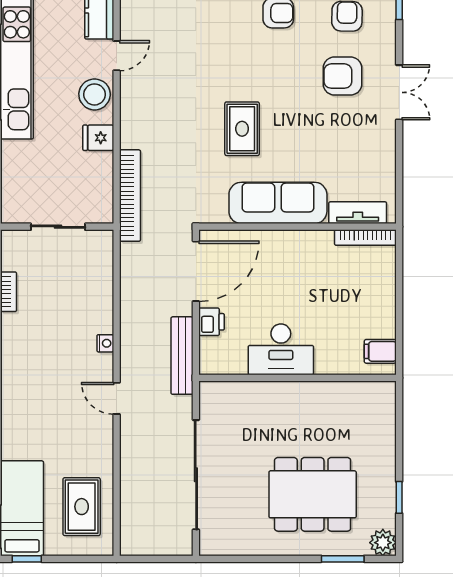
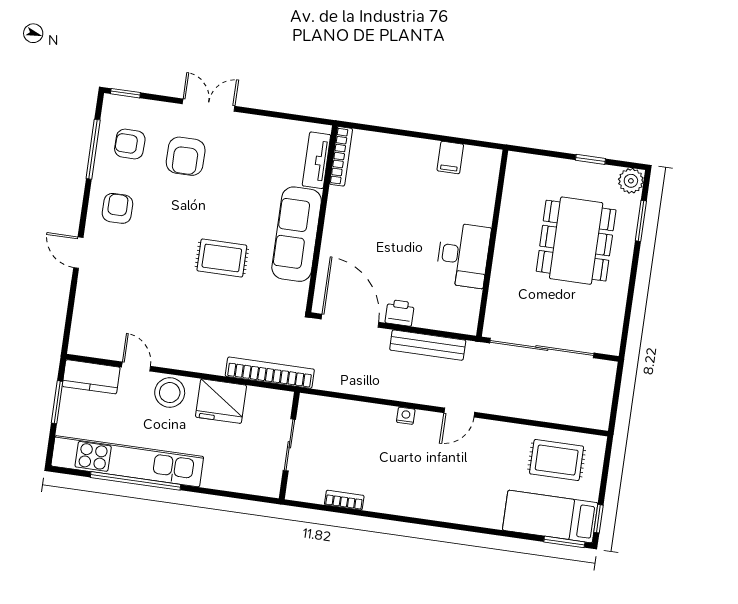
fridge: (98, 138) -> (221, 401), width x1.88, depth x1.34
desk: (281, 349) -> (463, 255), moved
wall: (298, 378) -> (492, 243), moved

